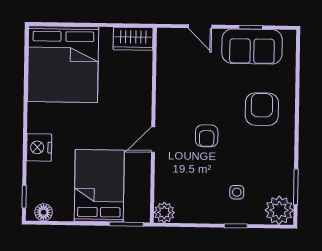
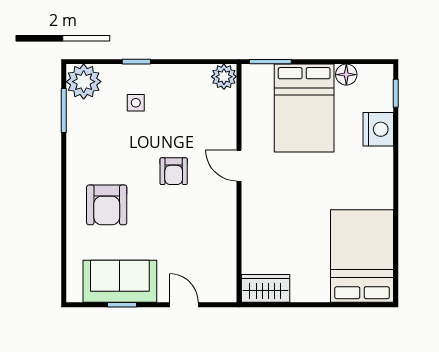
bed: (63, 64) -> (362, 256), width x0.73
armchair: (207, 136) -> (174, 171), turned 180
door: (153, 140) -> (239, 166), swing flipped
nightstand: (39, 147) -> (378, 129), moved
floor lamp: (44, 212) -> (346, 75), moved

